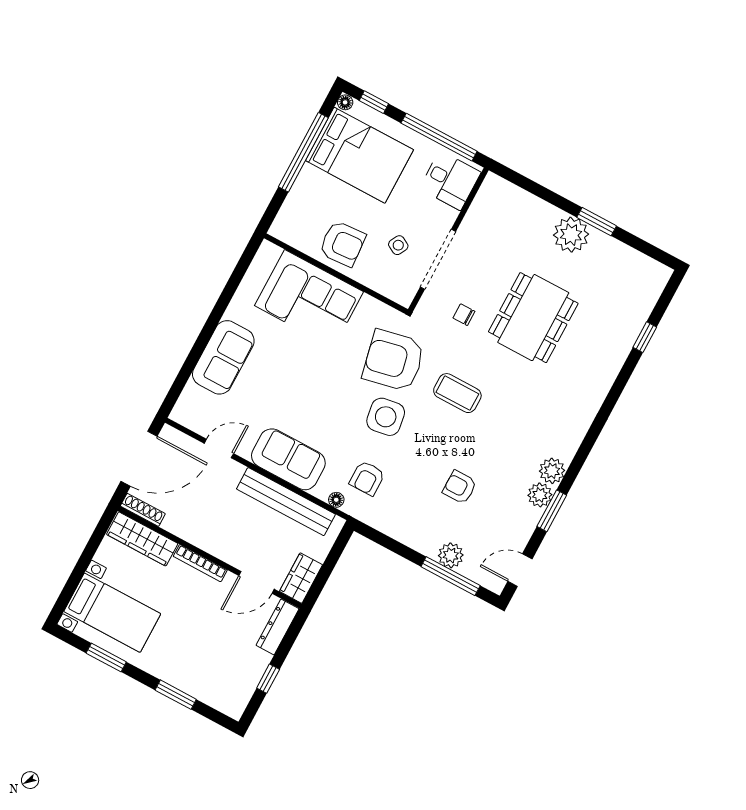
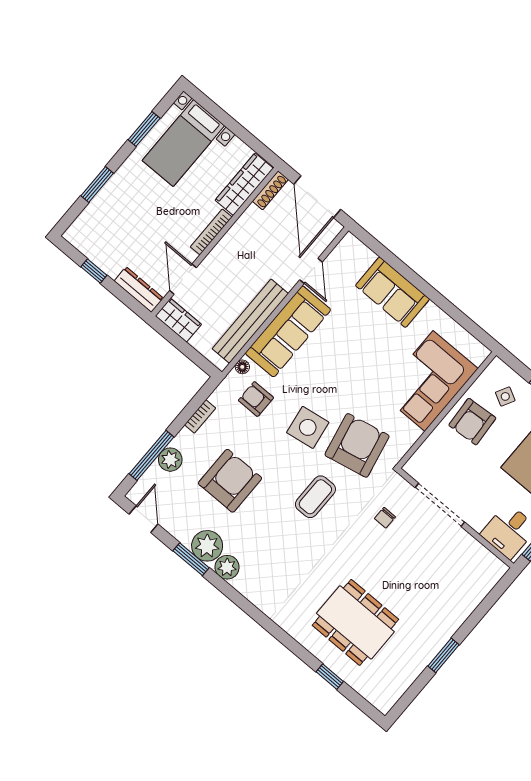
plant: (571, 235) -> (437, 630), removed
side table: (398, 245) -> (505, 396), moved
chair: (464, 315) -> (385, 518), turned 180
dining table: (533, 318) -> (355, 622), moved
sofa: (288, 459) -> (288, 331), width x1.36
armchair: (460, 487) -> (230, 481), width x1.88, depth x1.88
plant: (540, 495) -> (207, 546), width x1.36, depth x1.36
bookcase: (398, 533) -> (200, 416), added

